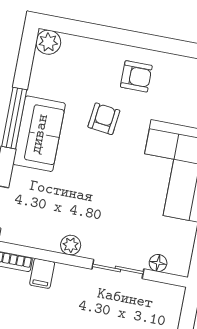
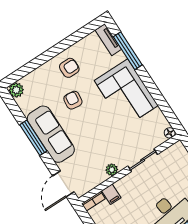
sofa: (39, 134) -> (51, 134), width x1.36
floor lamp: (158, 263) -> (170, 133), moved

